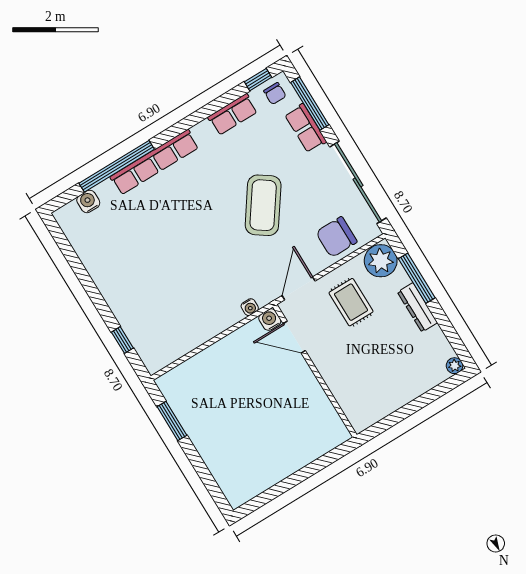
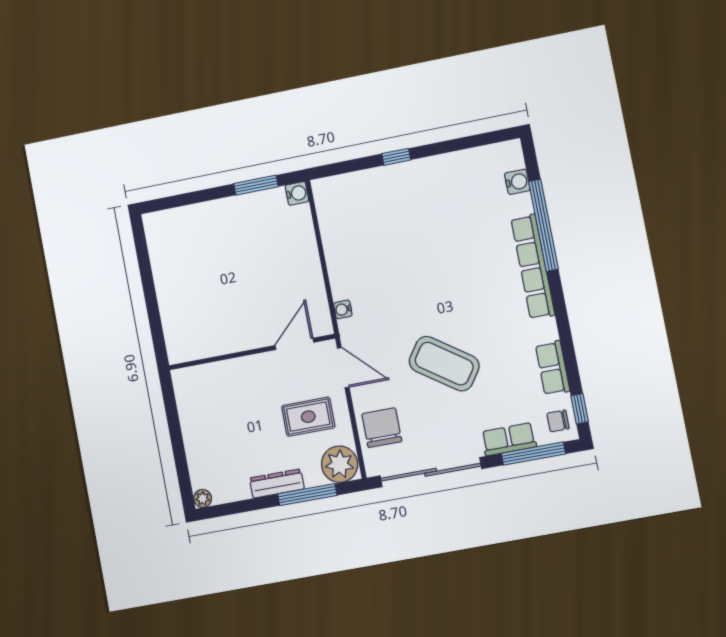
water cooler: (270, 320) -> (297, 193), moved
window: (122, 340) -> (396, 157), moved

